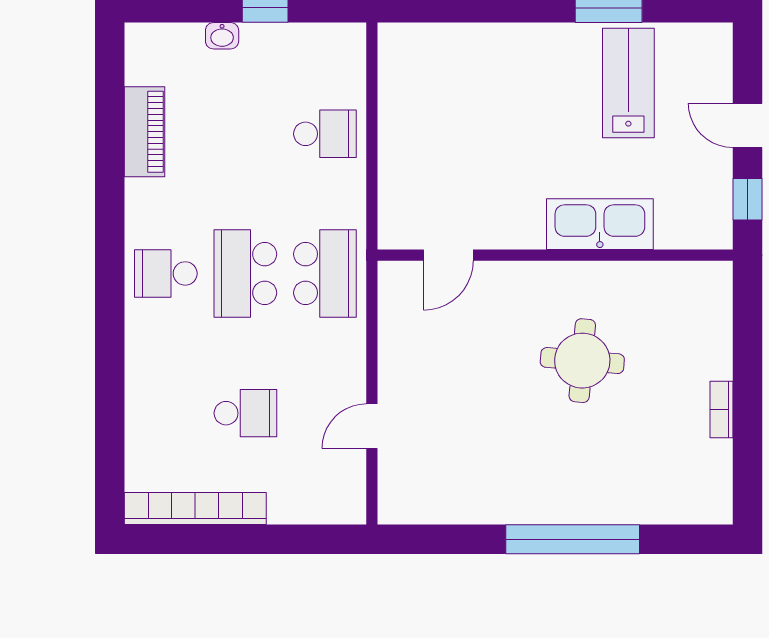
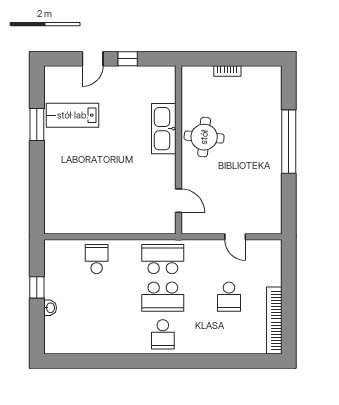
piano: (145, 132) -> (96, 344), removed
kitchen sink: (600, 224) -> (164, 129), moved
door: (448, 255) -> (178, 201), moved
wall: (555, 255) -> (178, 150), moved
school desk: (245, 413) -> (229, 297), turned 180

